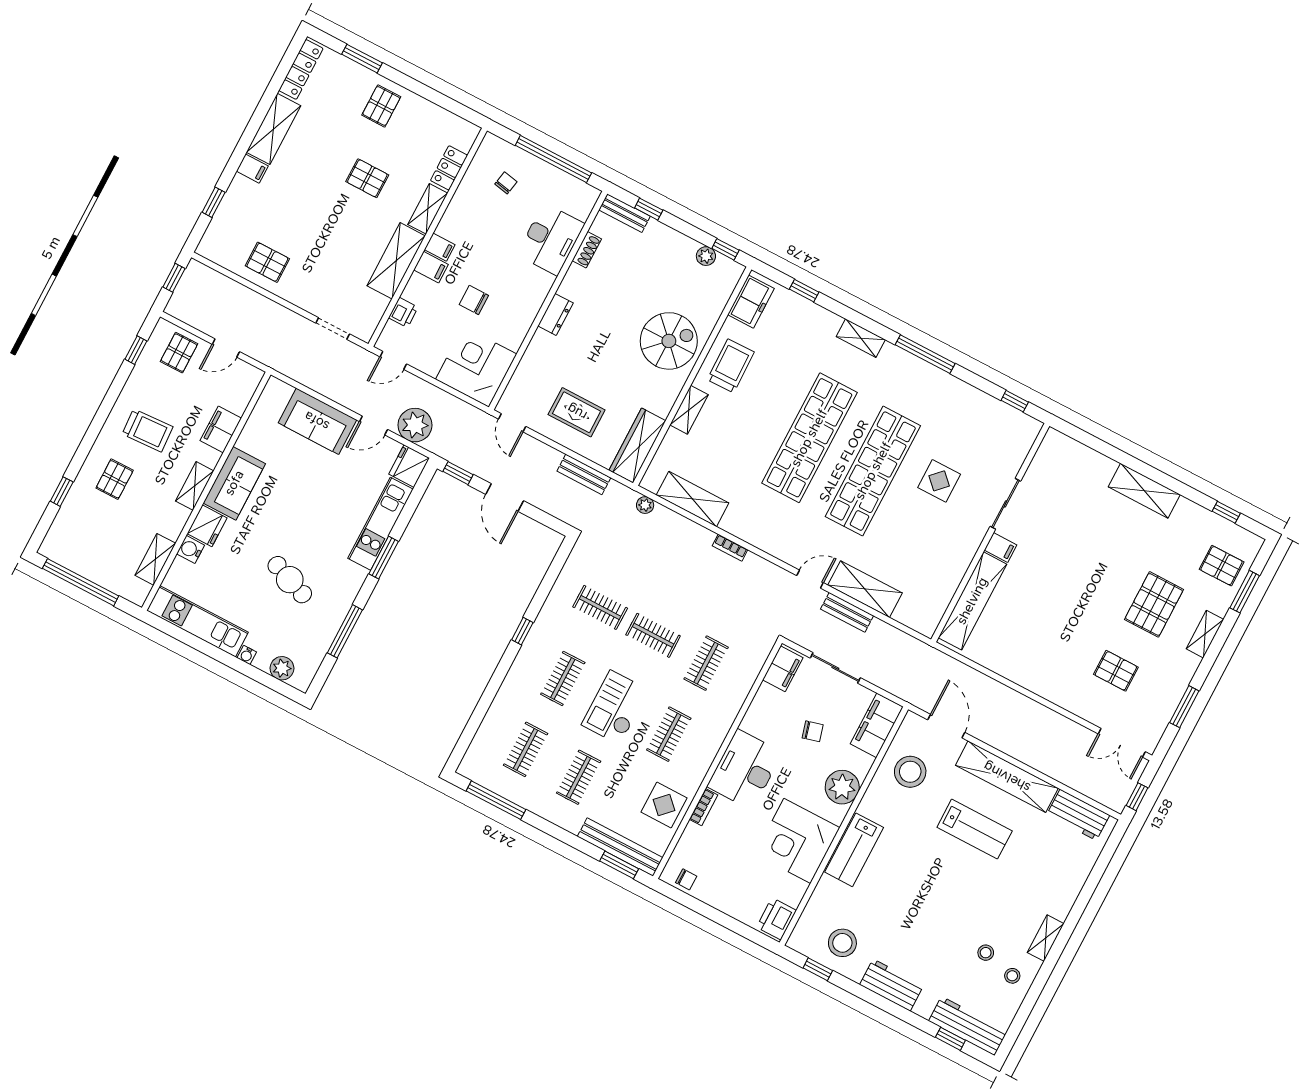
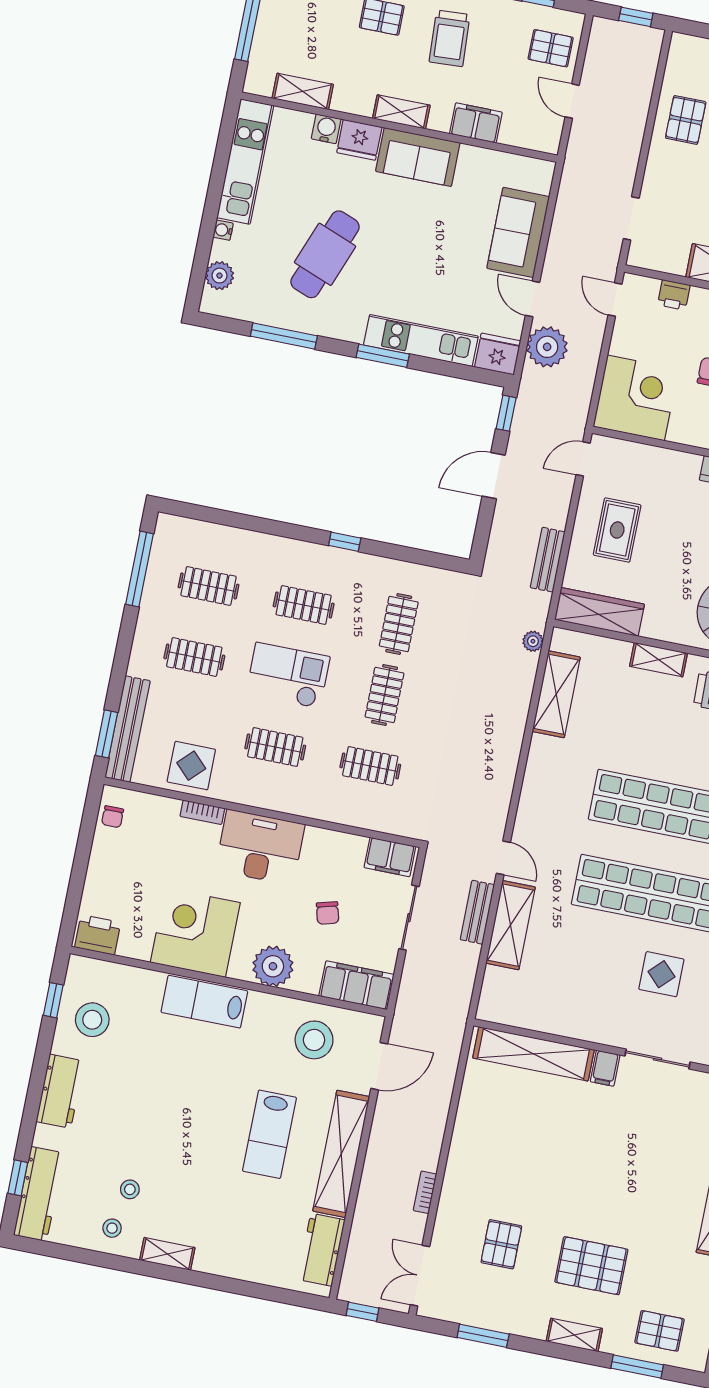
bookcase: (730, 548) -> (425, 1192), moved
pallet: (1222, 566) -> (660, 1331), turned 90
cafe table: (290, 580) -> (325, 254), width x1.37, depth x1.35

